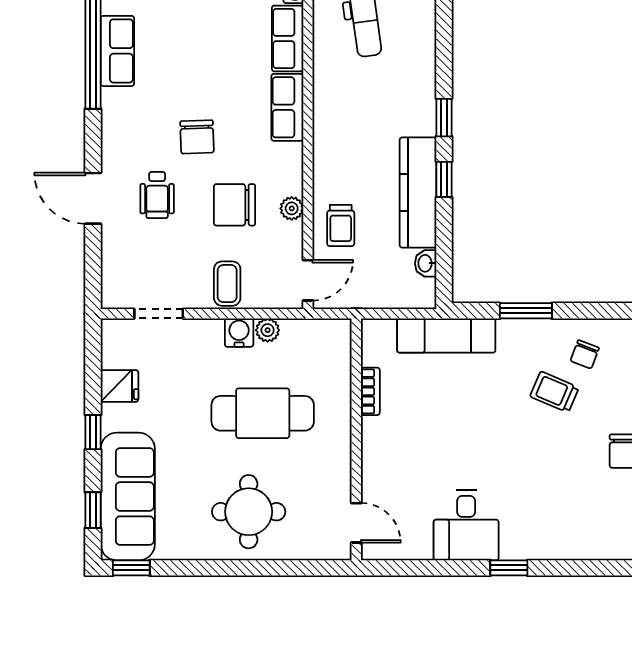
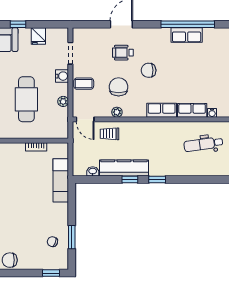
window: (526, 311) -> (72, 237), moved
water cooler: (239, 333) -> (62, 76), moved
trolley: (554, 392) -> (36, 228), removed

